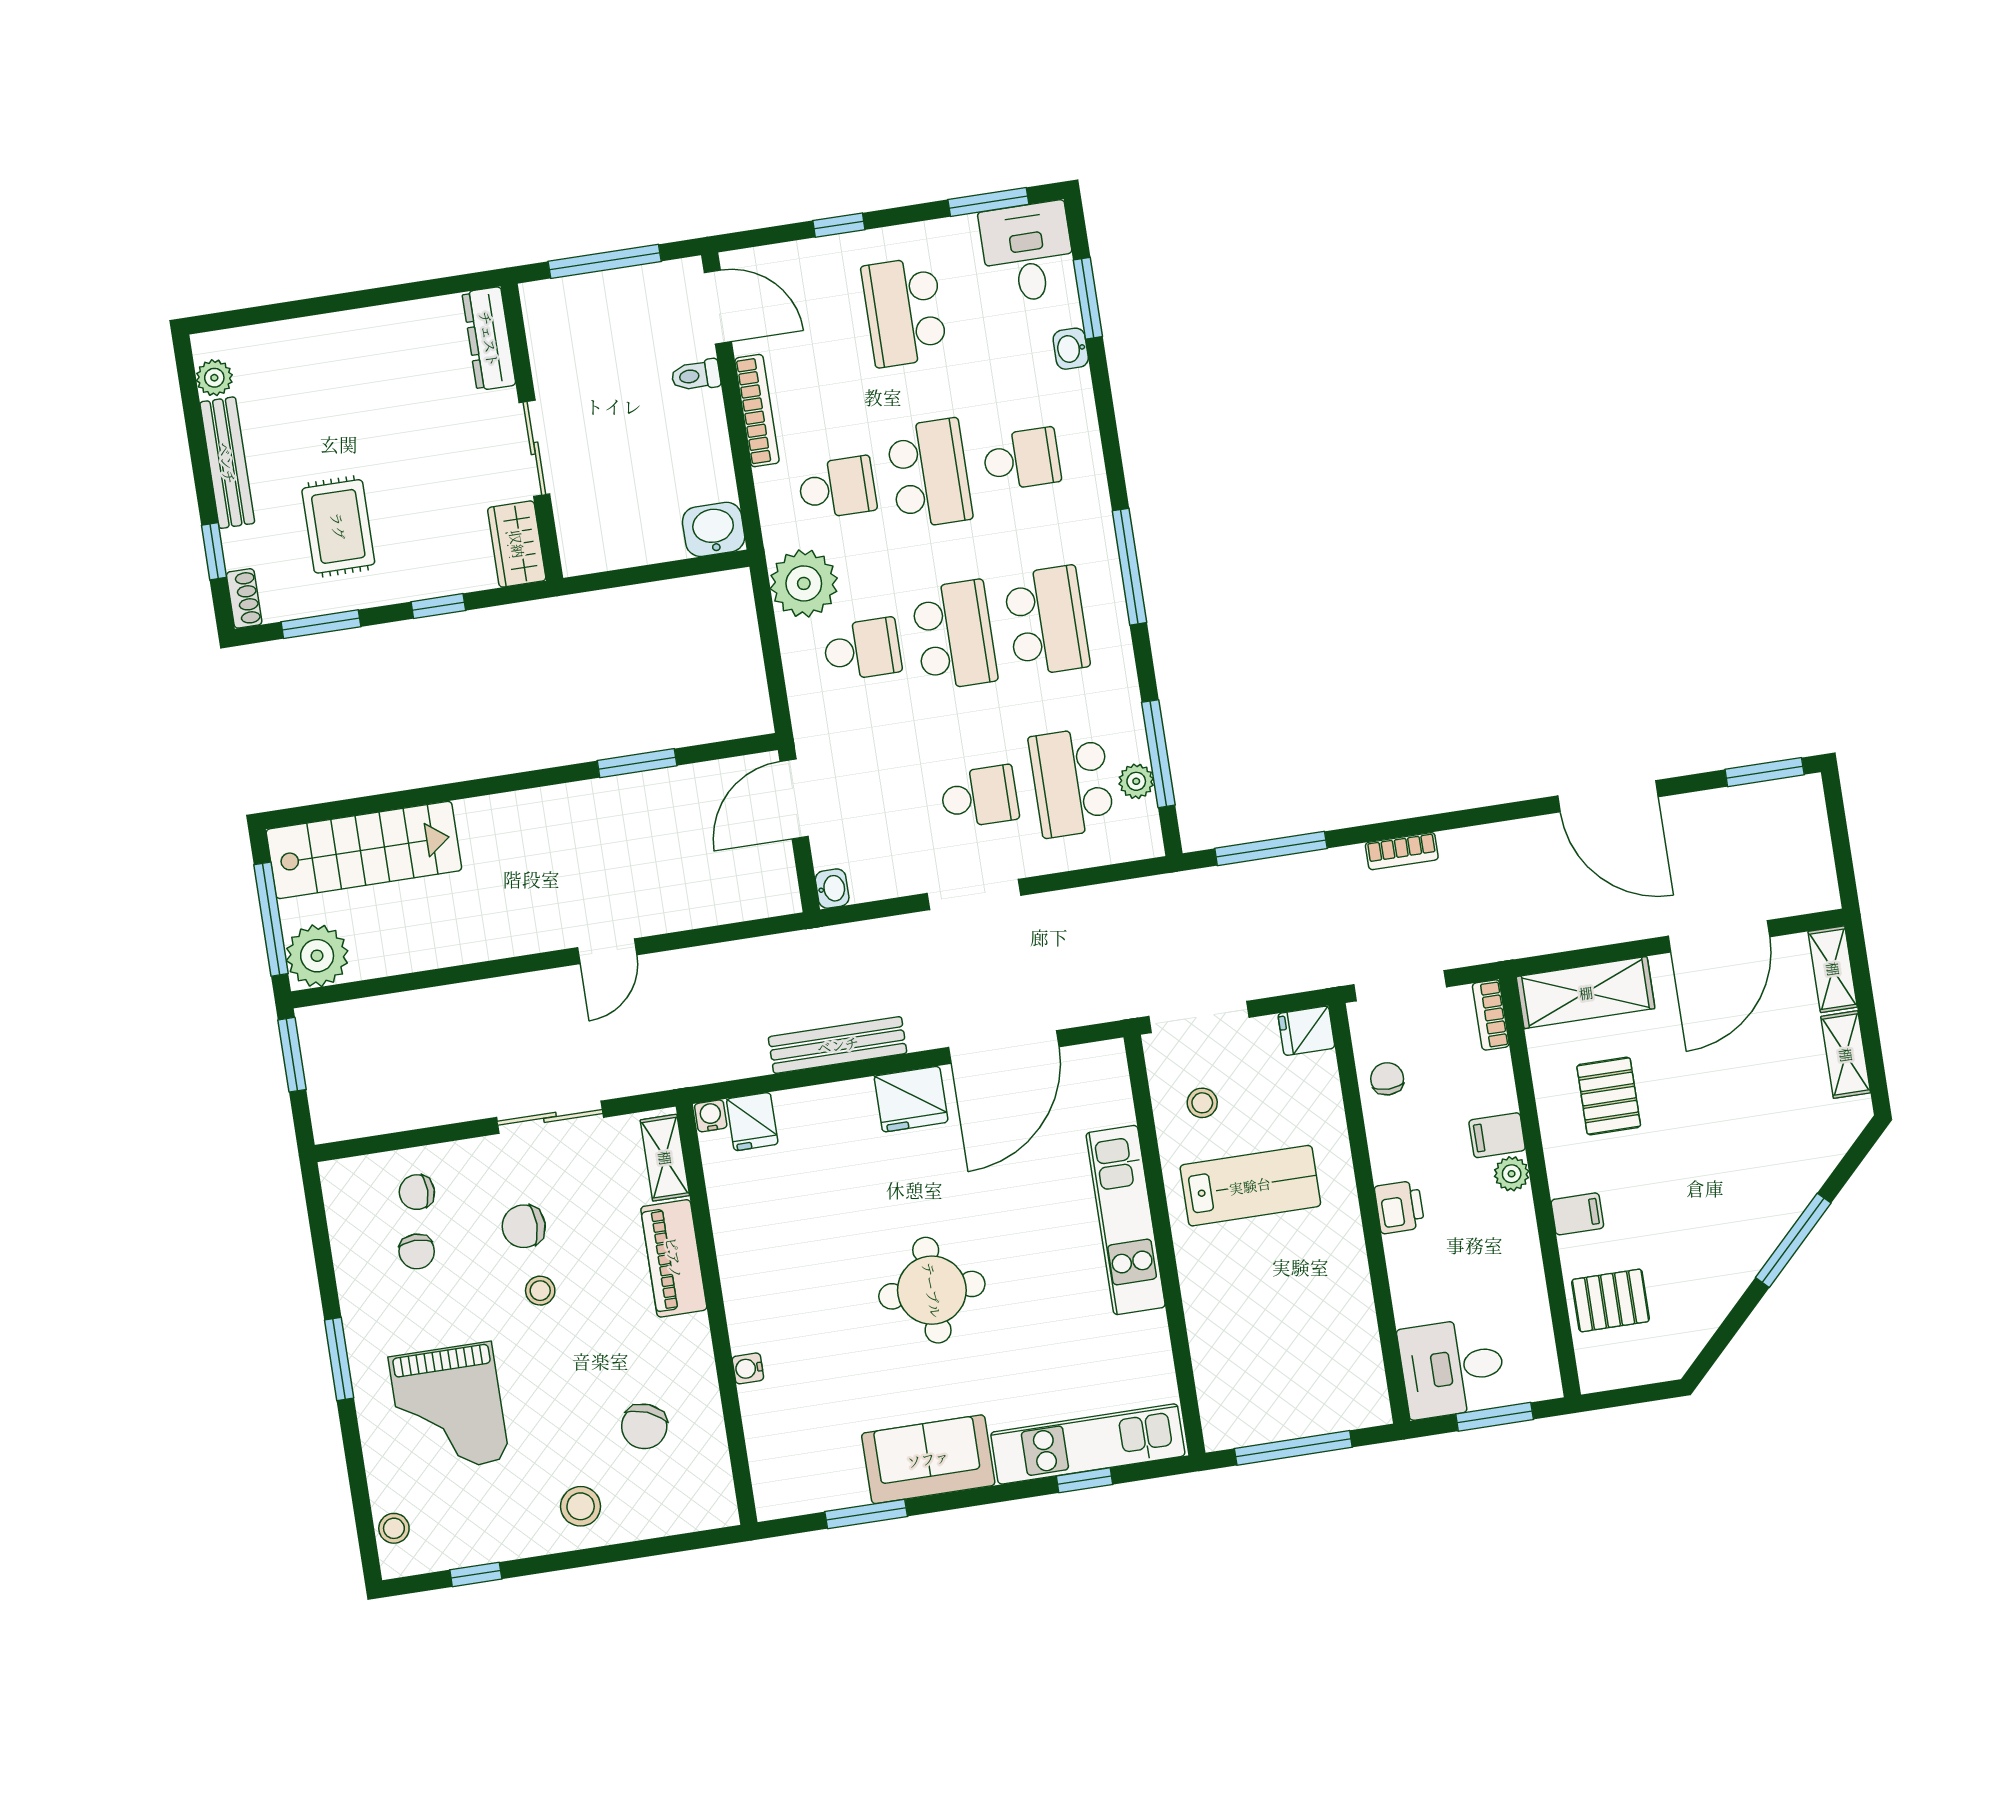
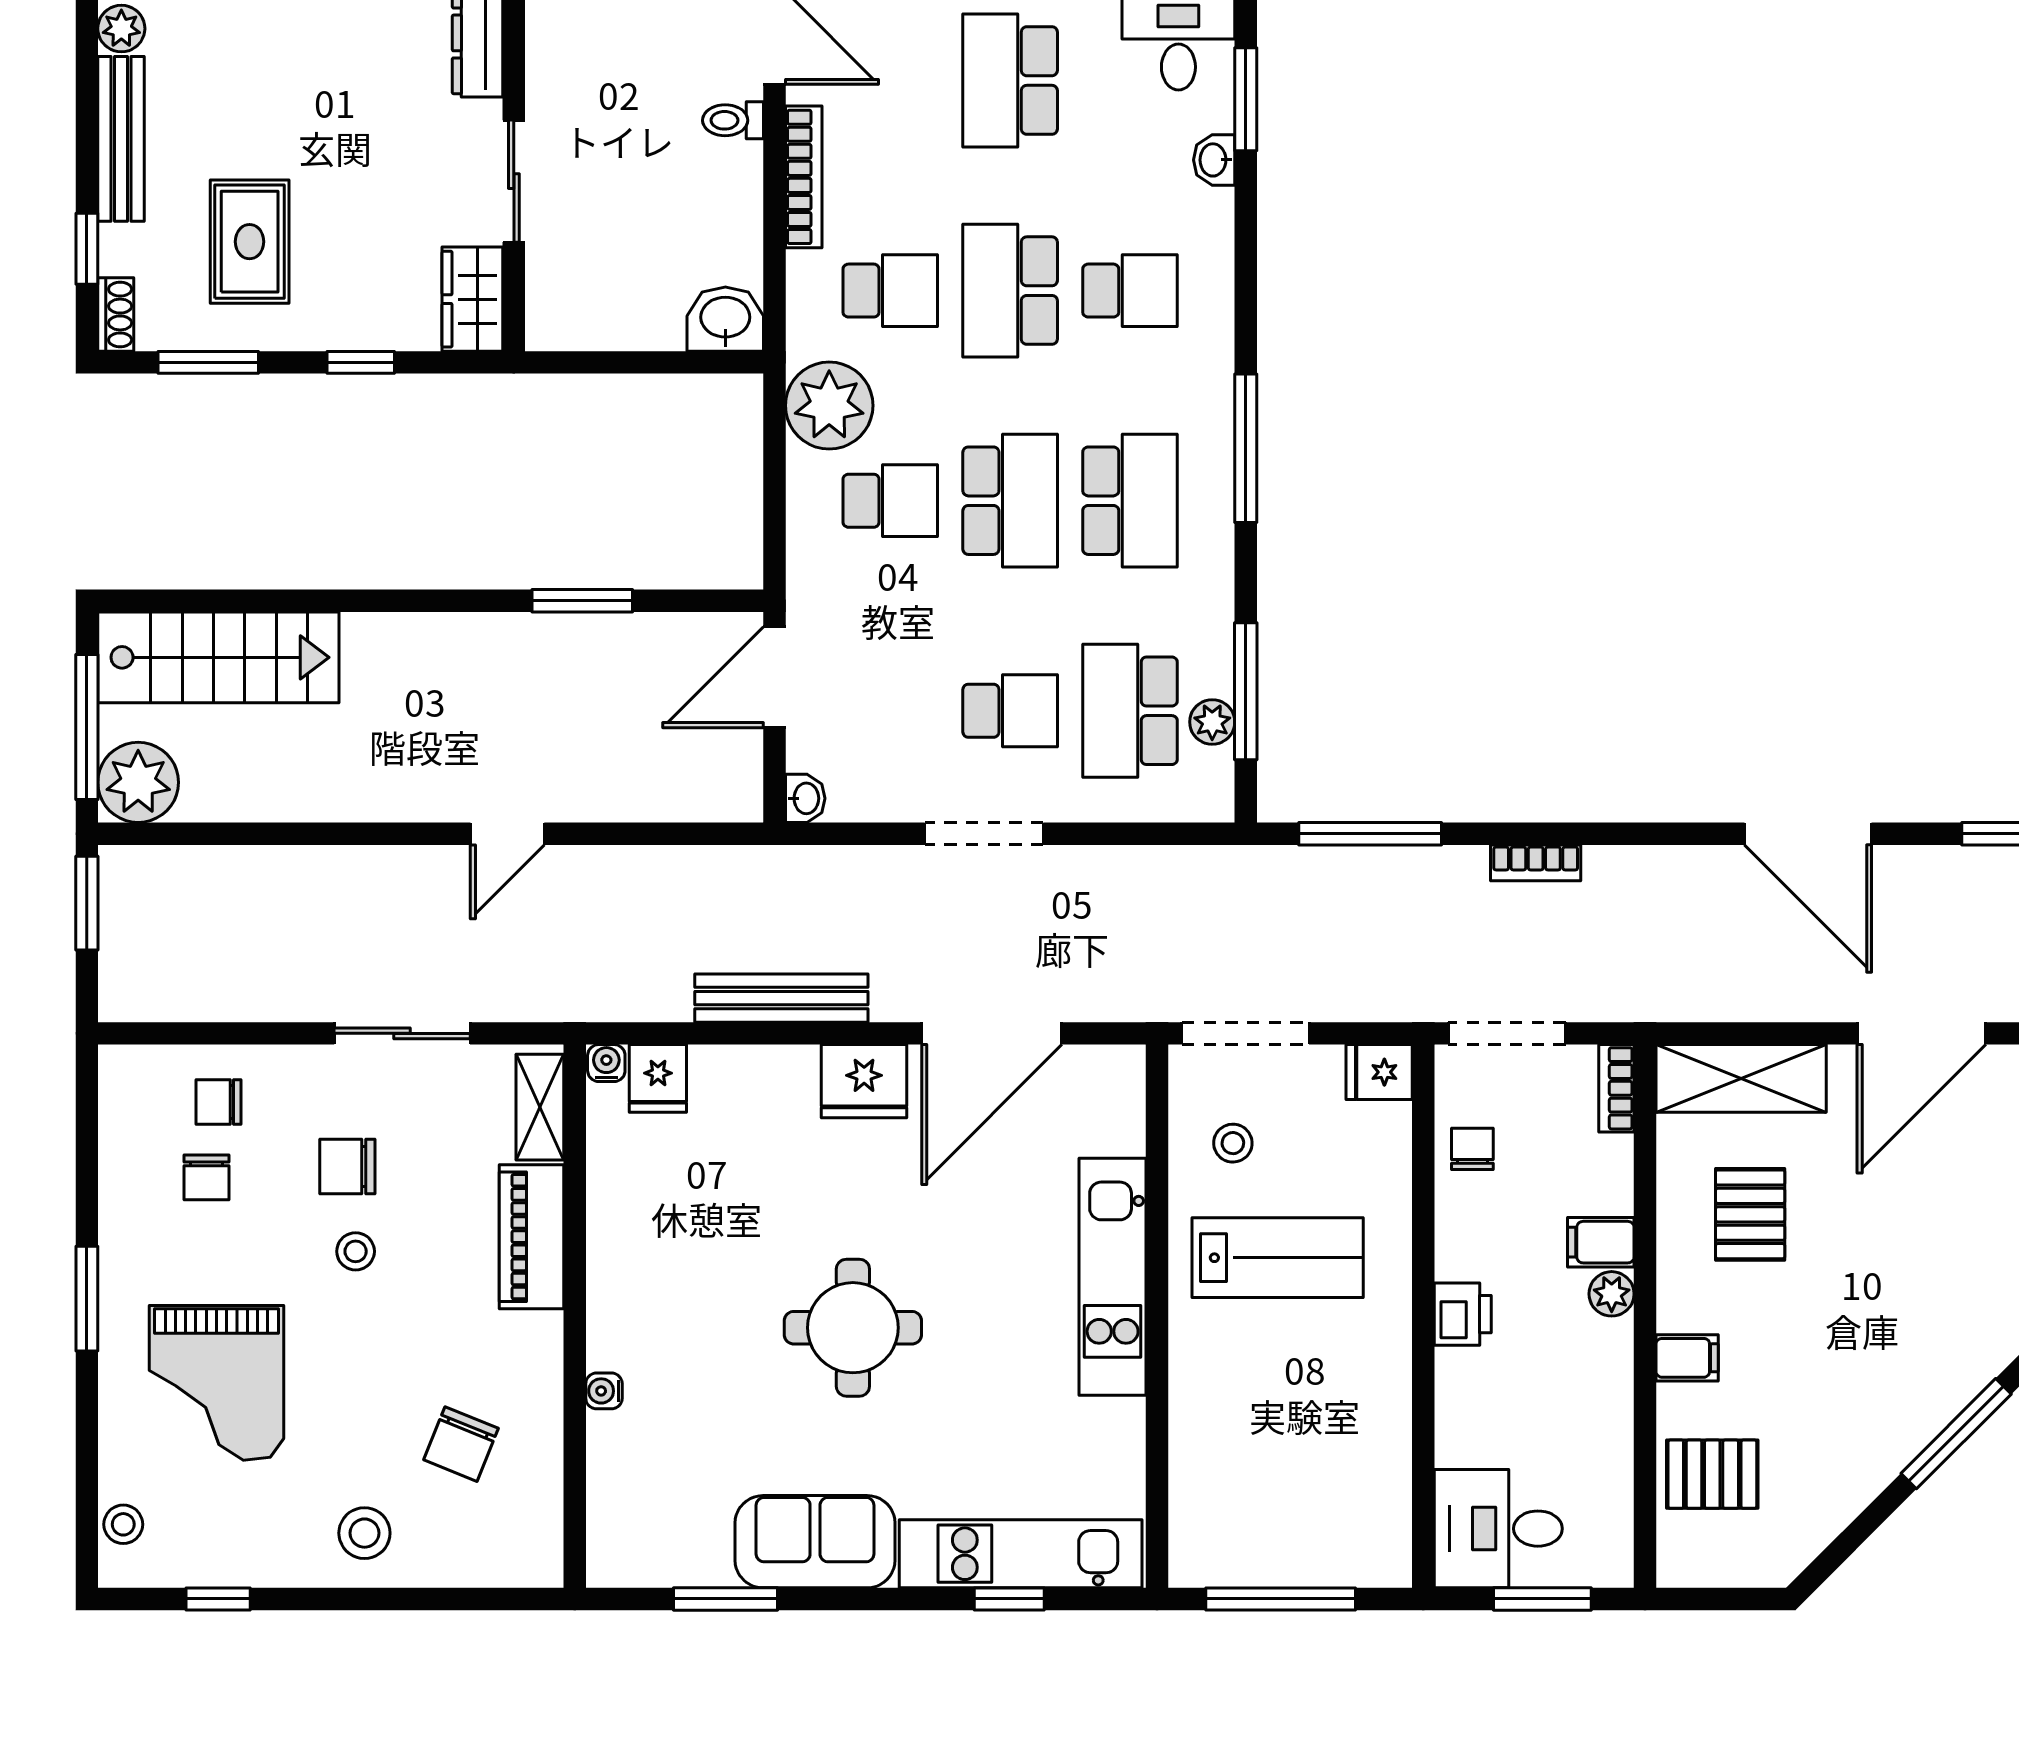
school desk: (929, 473) -> (1010, 291), turned 180

